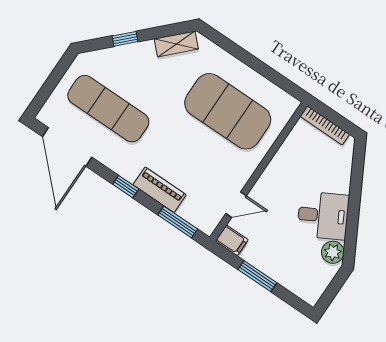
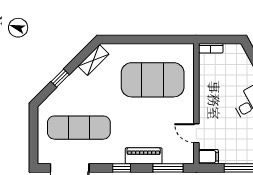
bookcase: (325, 125) -> (211, 48), width x0.64
door: (236, 205) -> (196, 133), swing flipped

